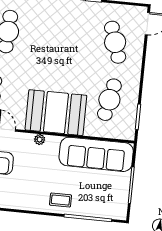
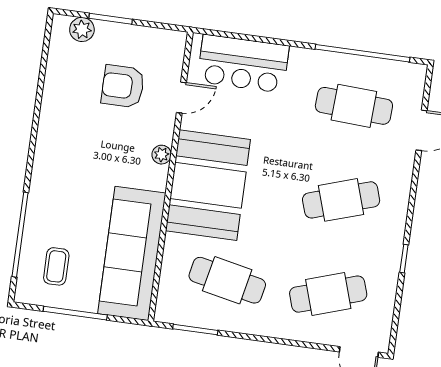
cafe table: (62, 37) -> (341, 200), added
coffee table: (61, 200) -> (56, 266), moved

